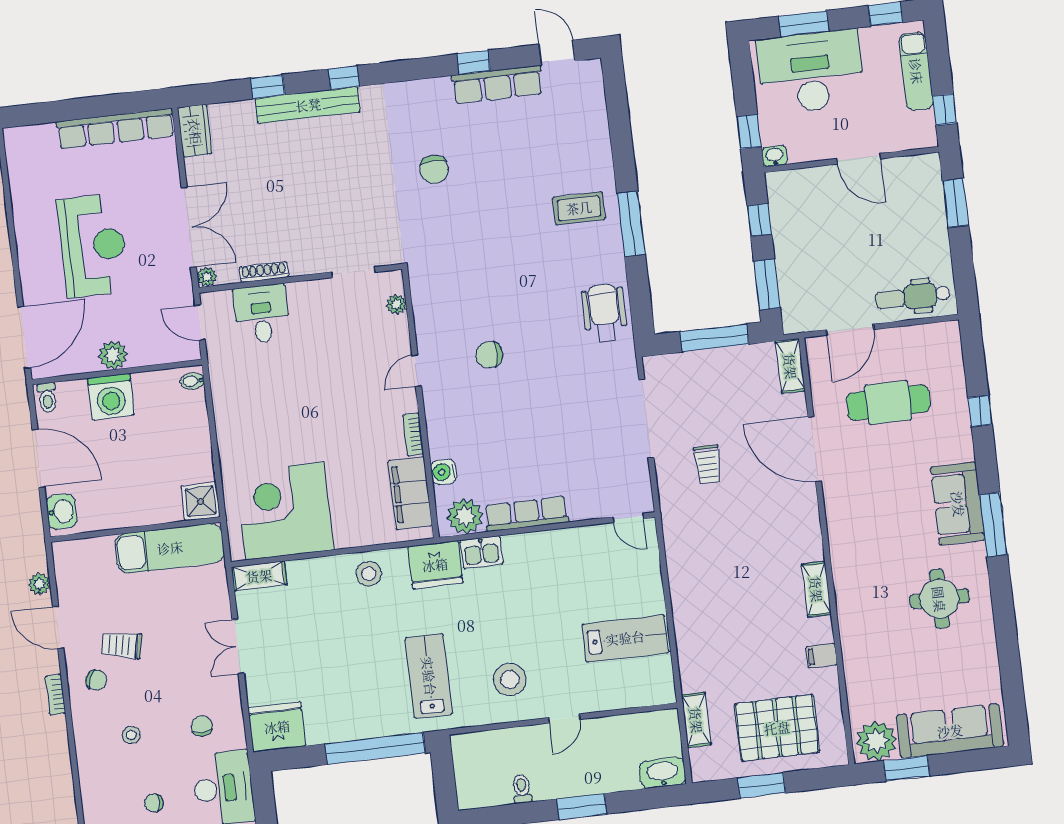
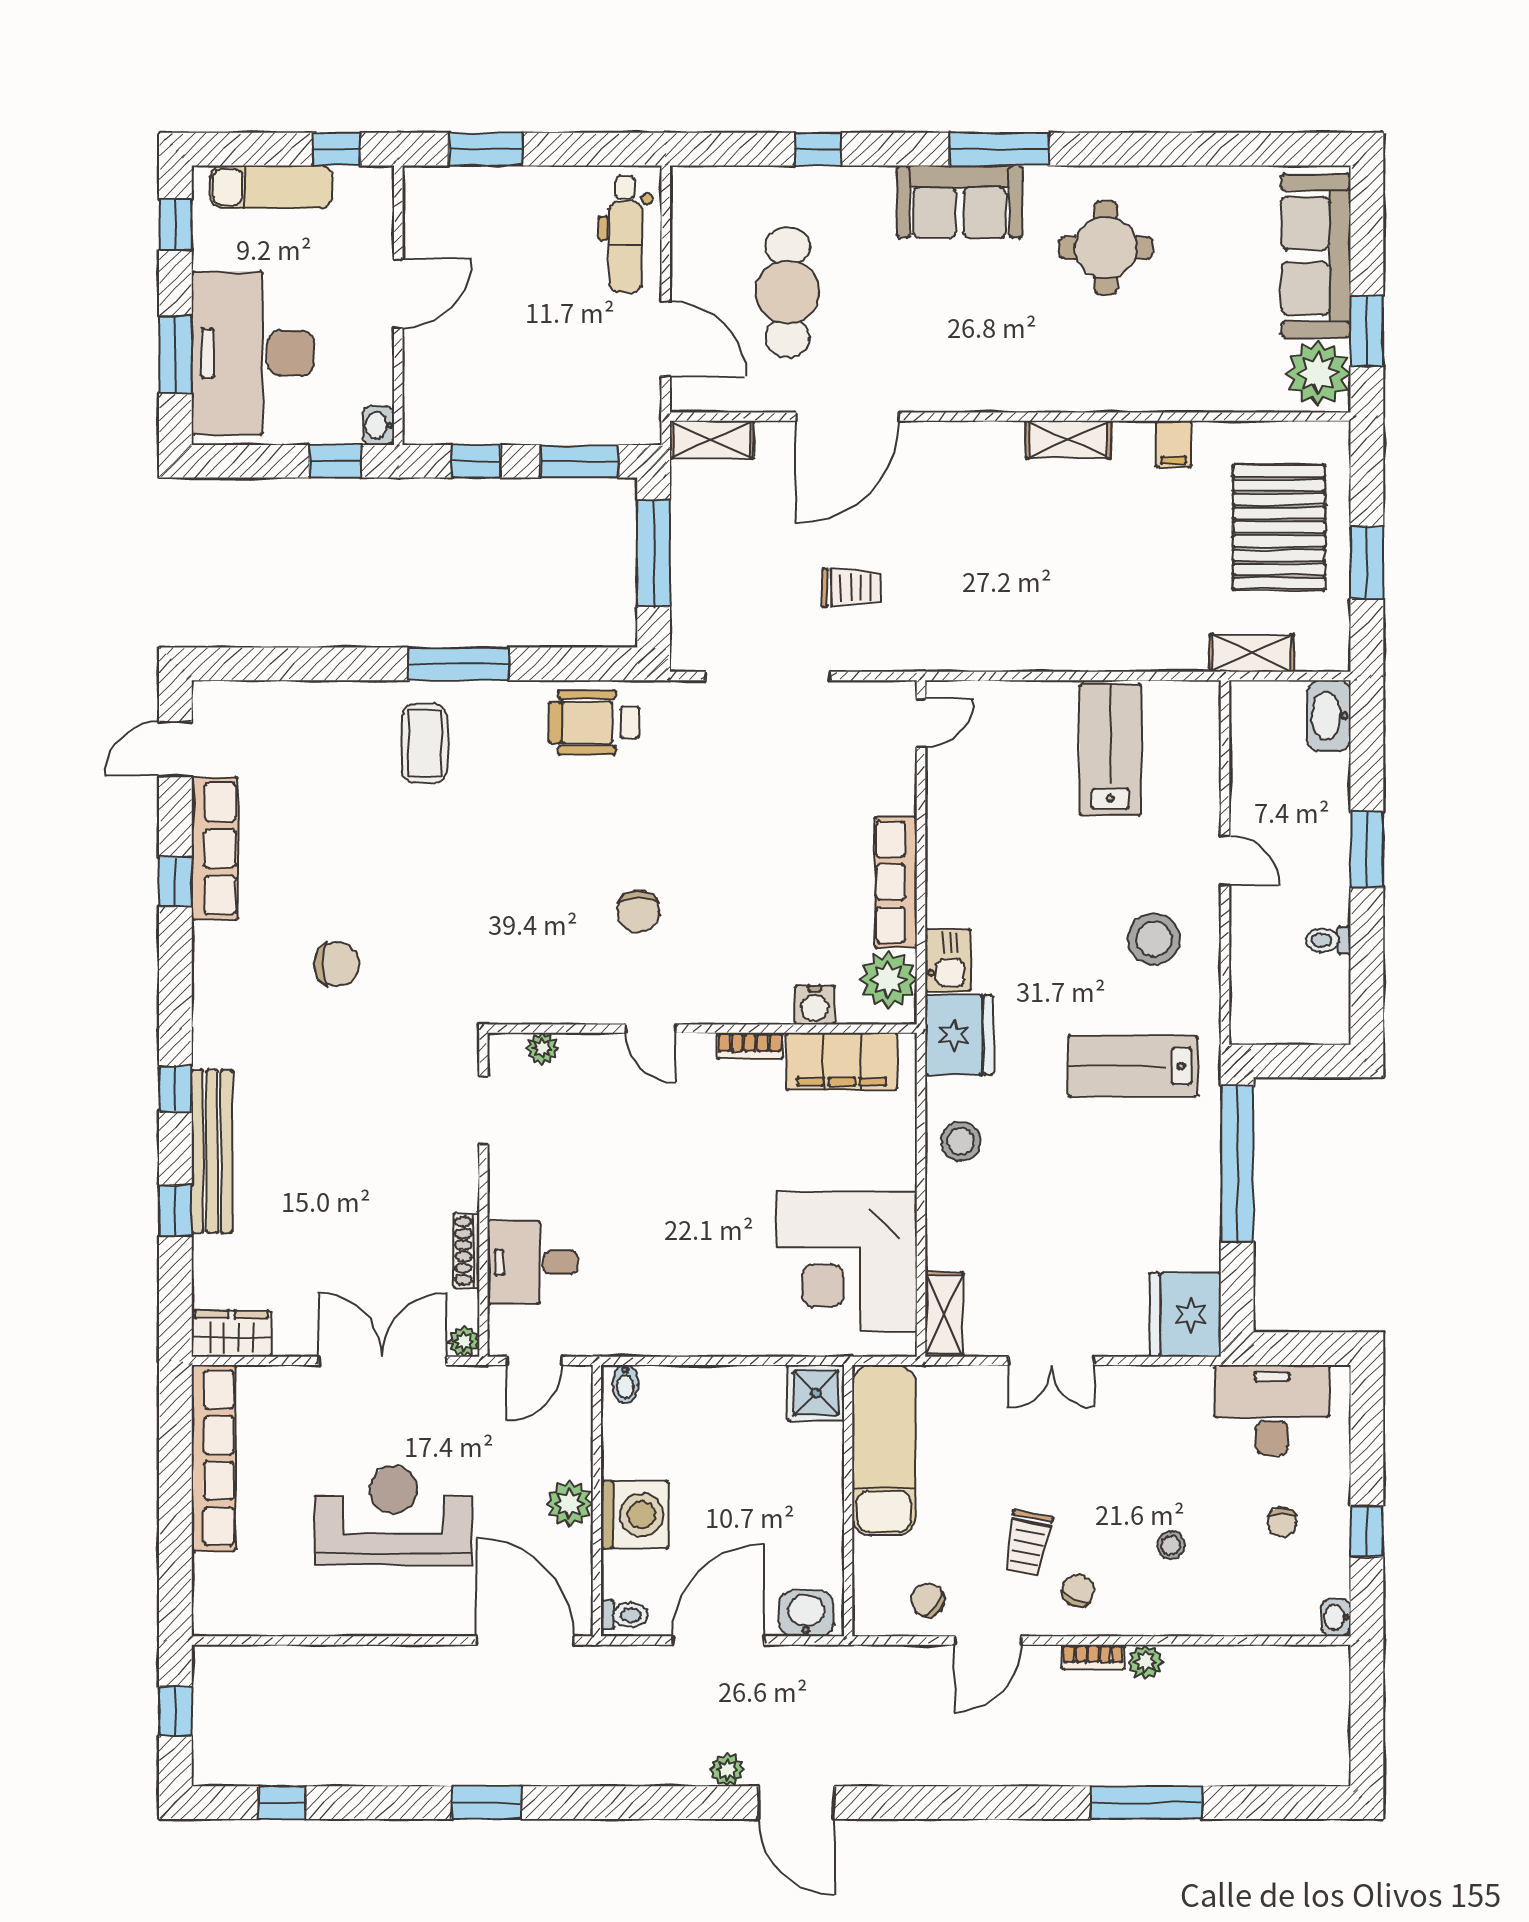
plant: (39, 584) -> (1145, 1662), moved
chair: (202, 726) -> (927, 1600), moved, turned 37

